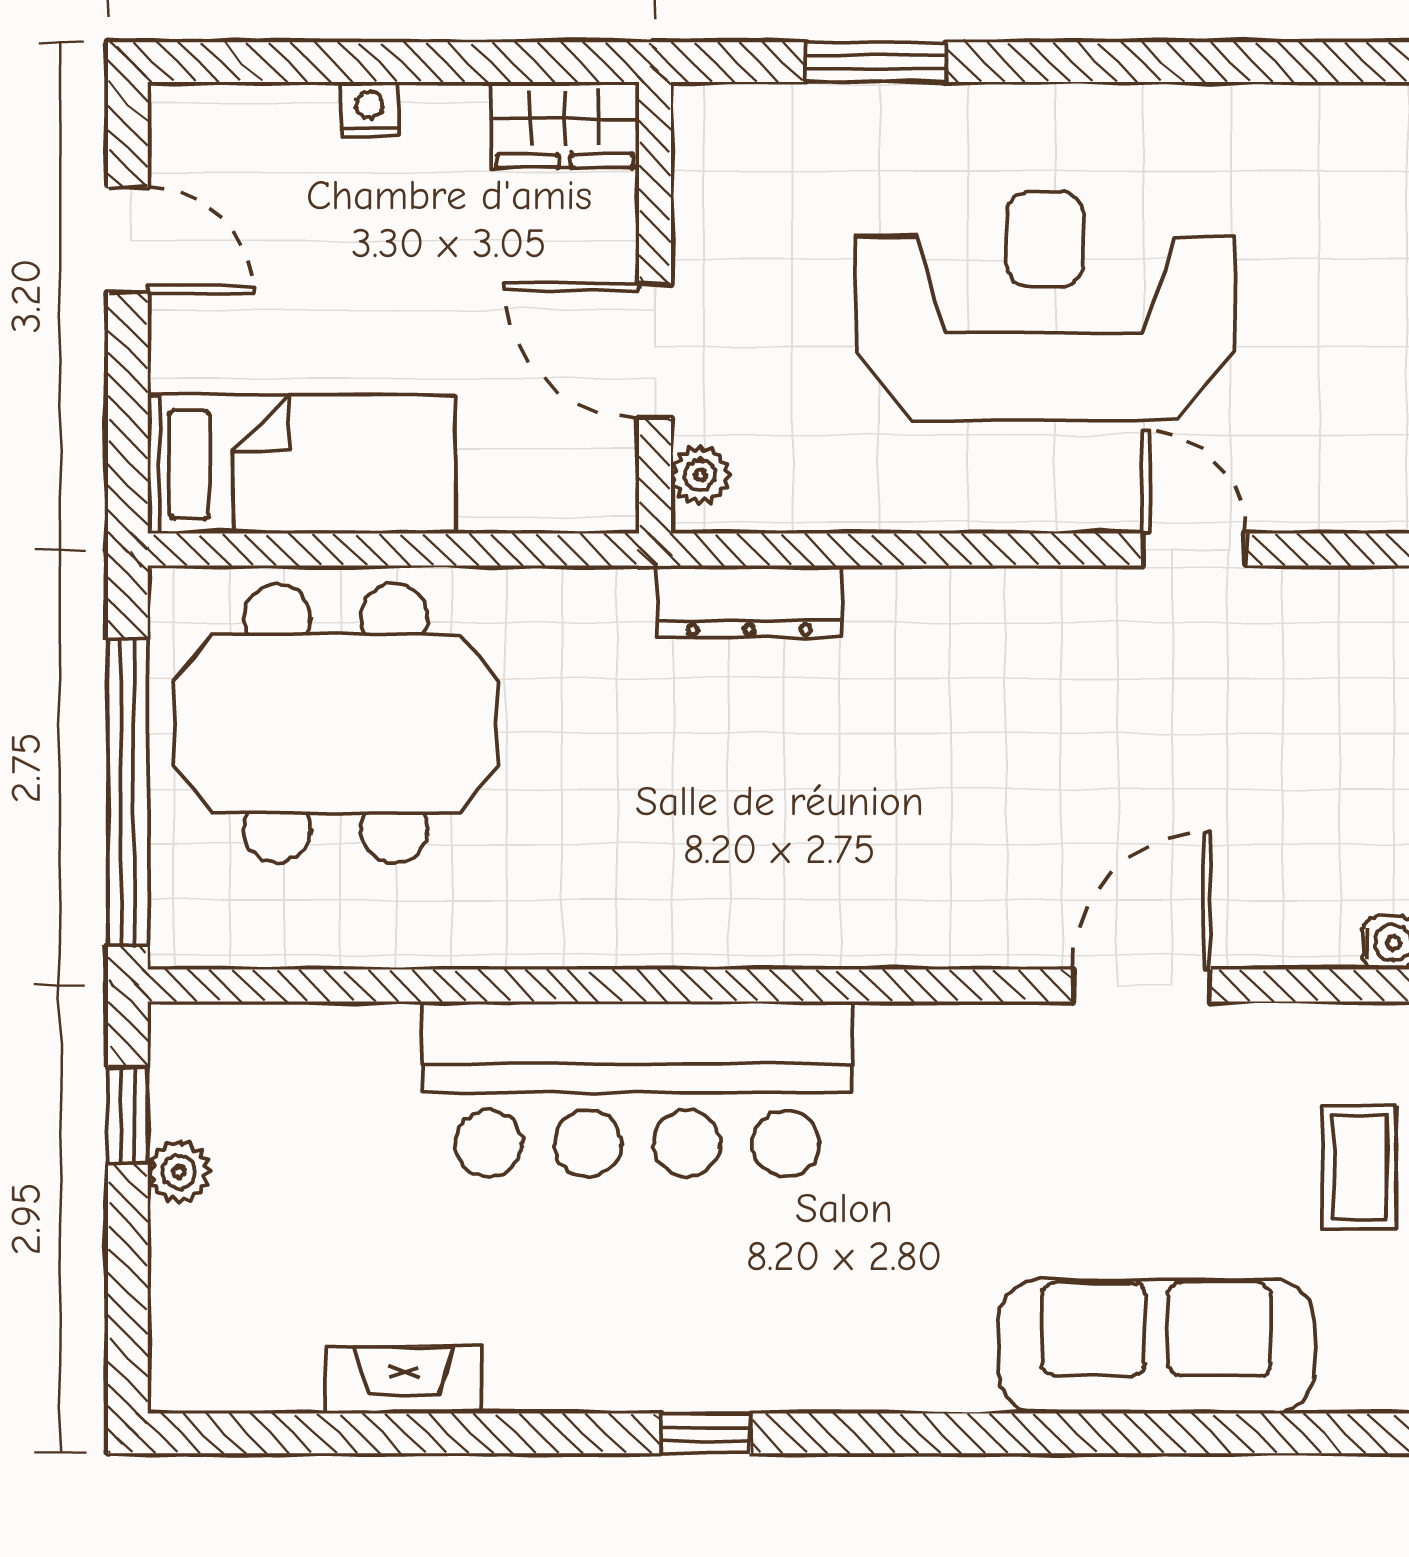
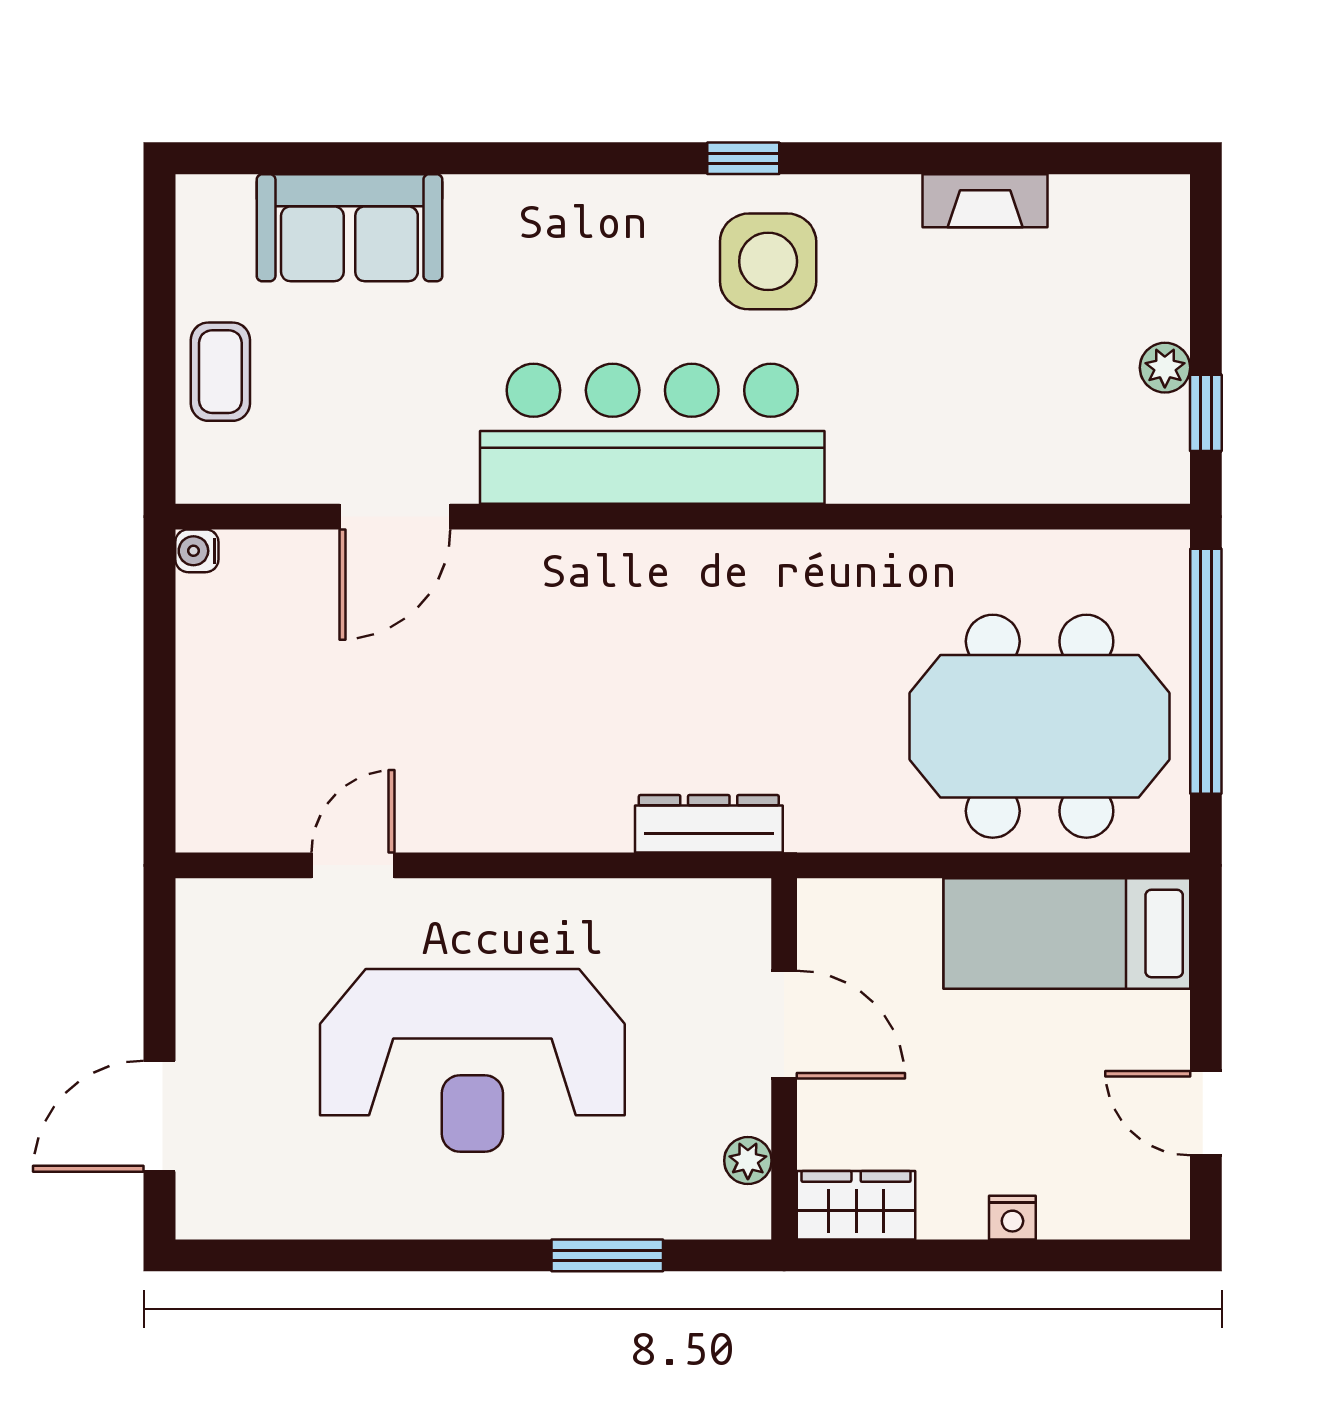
plant: (700, 475) -> (748, 1161), moved
door: (1194, 550) -> (353, 865), swing flipped
bar counter: (637, 1089) -> (652, 434), moved
side table: (675, 1304) -> (768, 261), added
sofa: (1156, 1347) -> (349, 228), width x0.73

